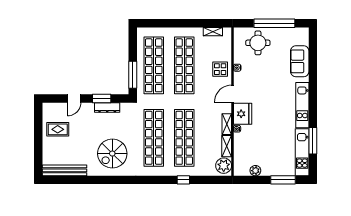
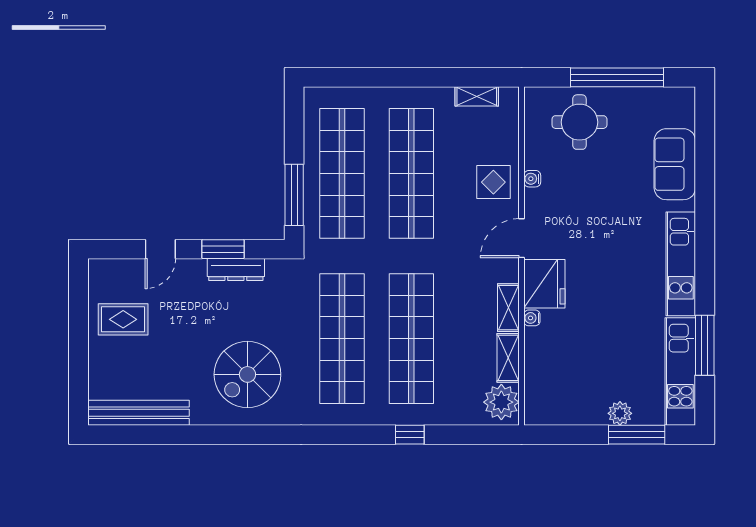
plant: (255, 171) -> (620, 413), moved

